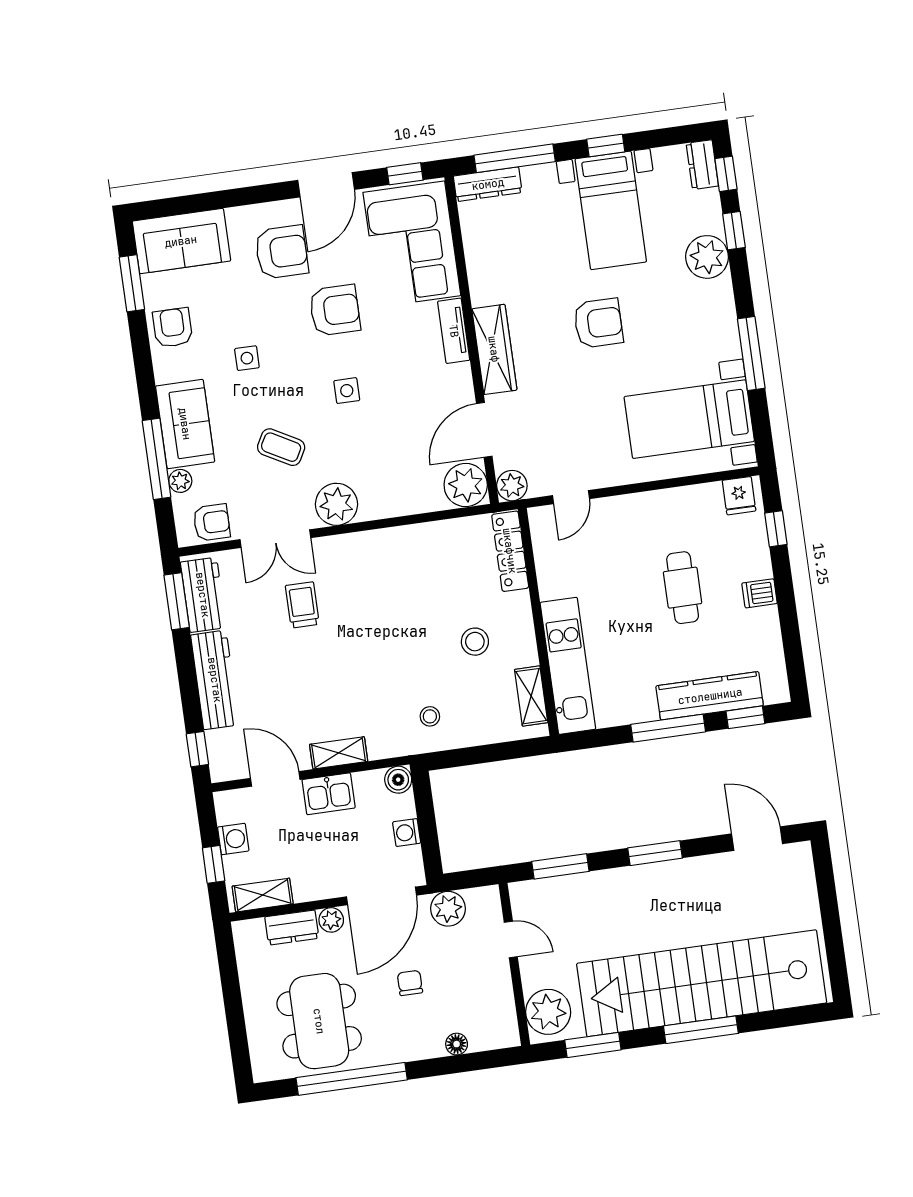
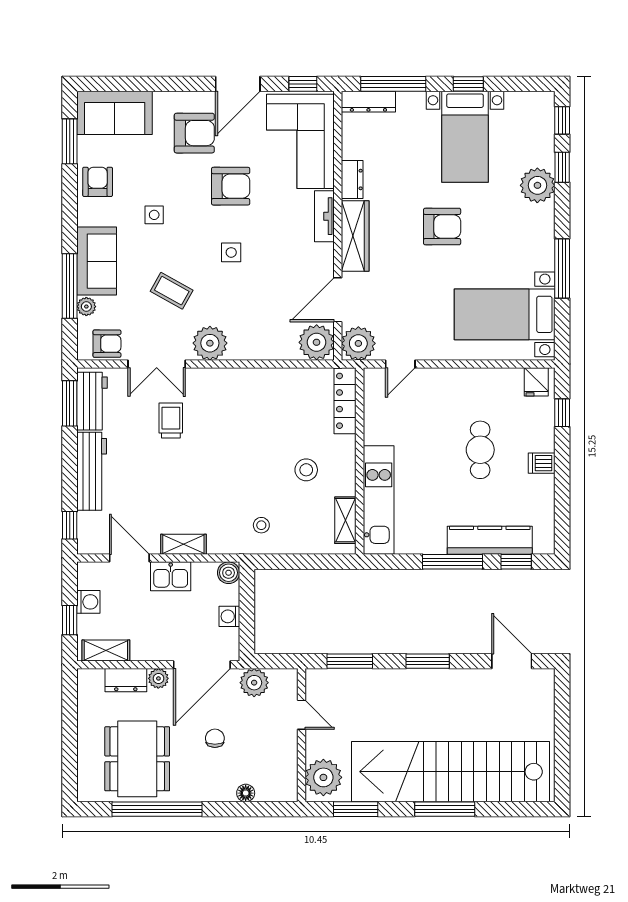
dresser: (702, 165) -> (352, 179), moved, turned 180
plant: (512, 486) -> (358, 343), width x1.36, depth x1.36

